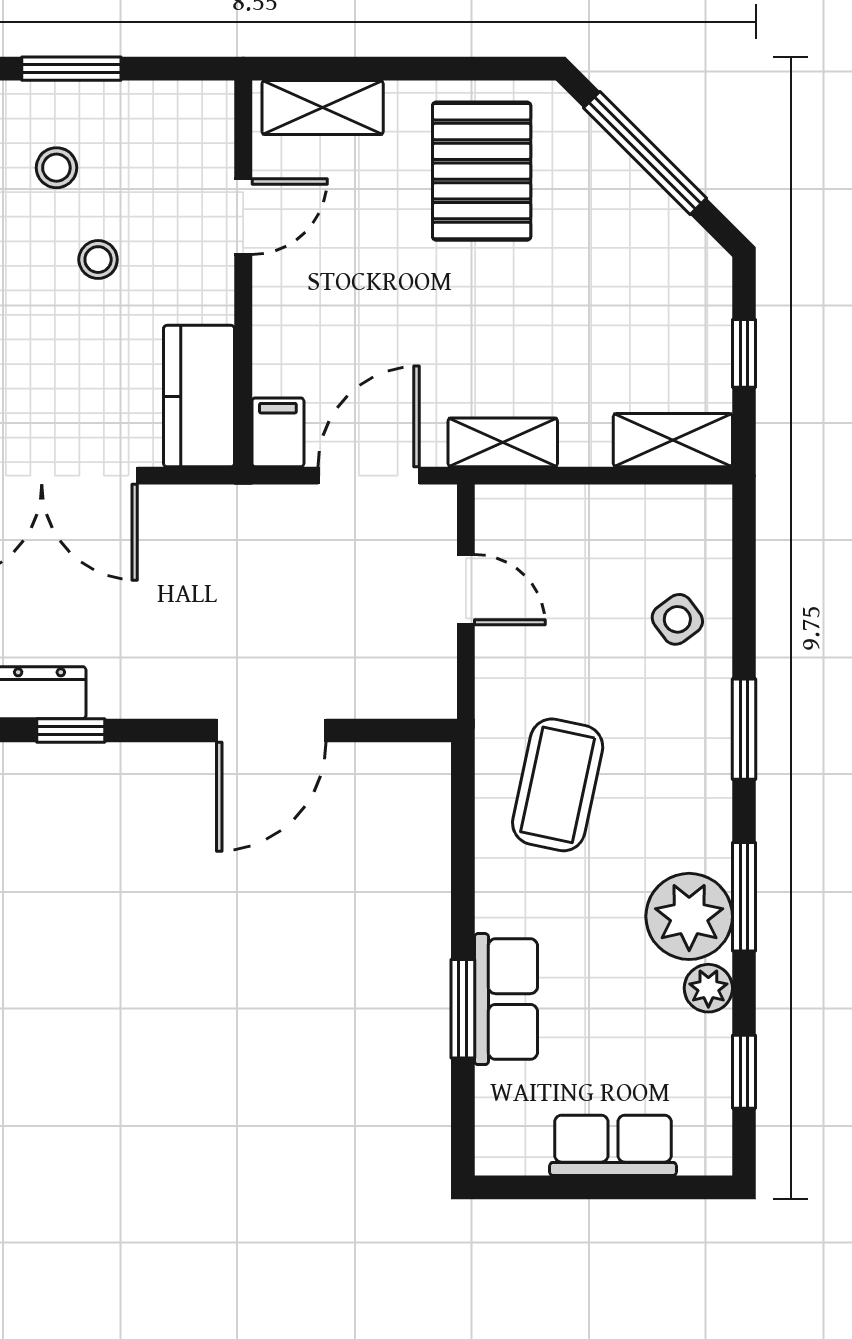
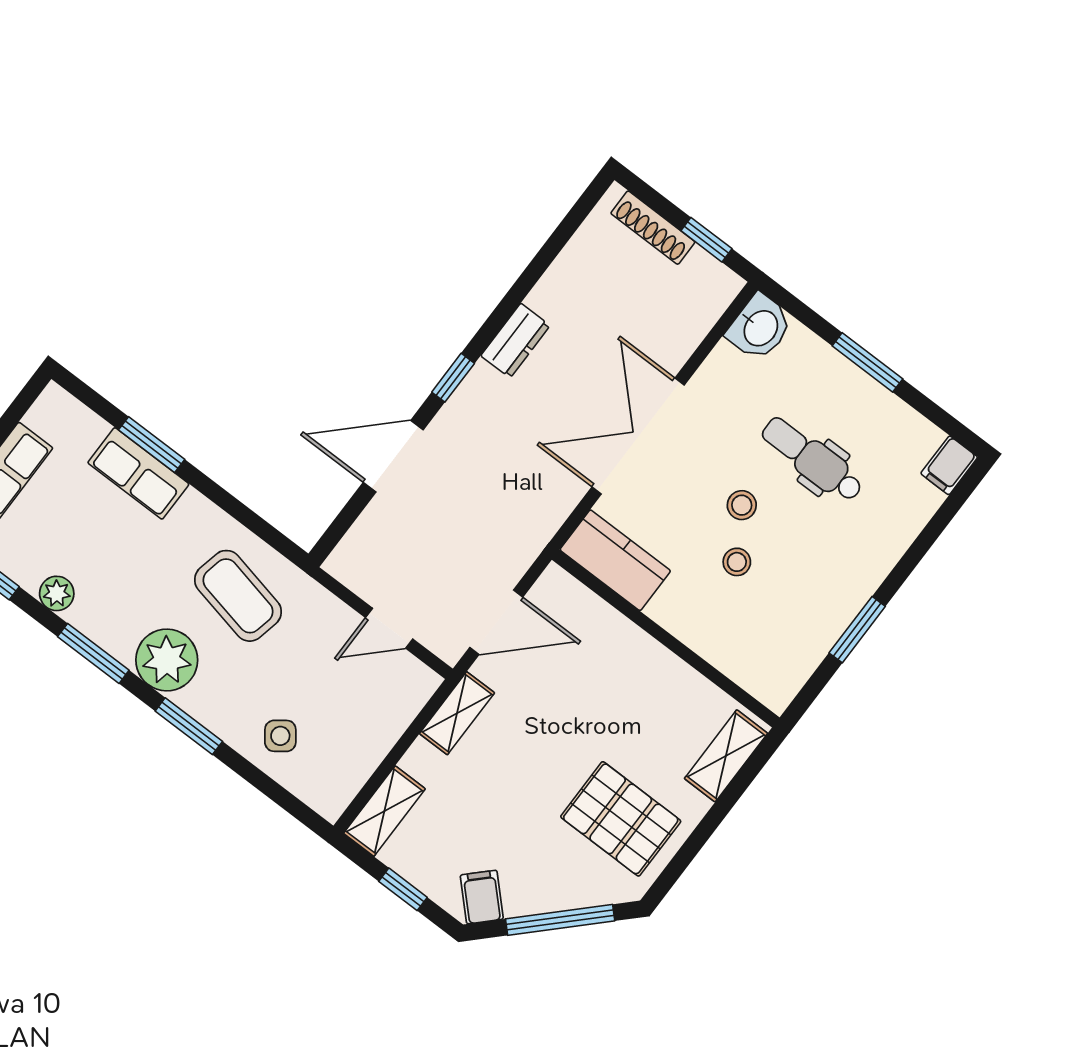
stool: (56, 168) -> (742, 505), moved
door: (243, 217) -> (698, 663), removed
filing cabinet: (278, 432) -> (482, 897), moved, turned -135
door: (369, 476) -> (496, 622), hinge flipped
window: (71, 730) -> (453, 378), moved
door: (271, 730) -> (393, 456), hinge flipped
plant: (689, 916) -> (167, 660), moved

